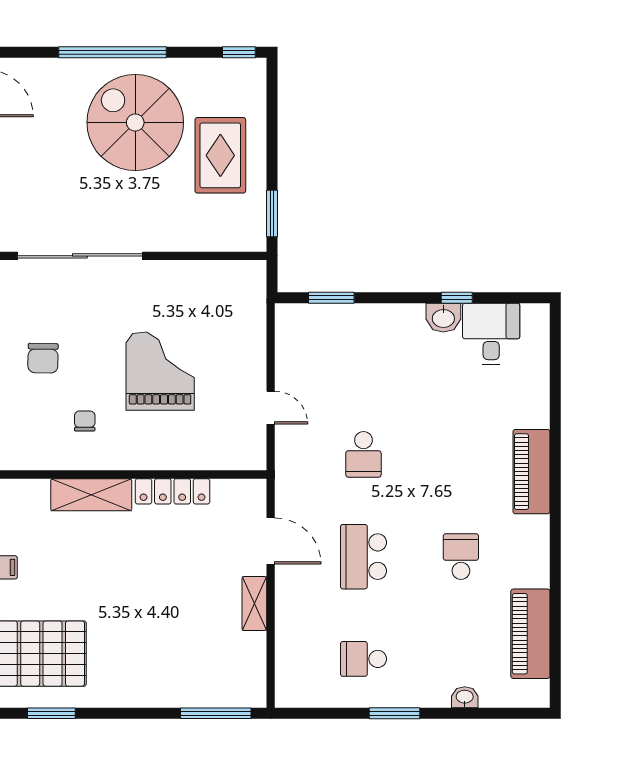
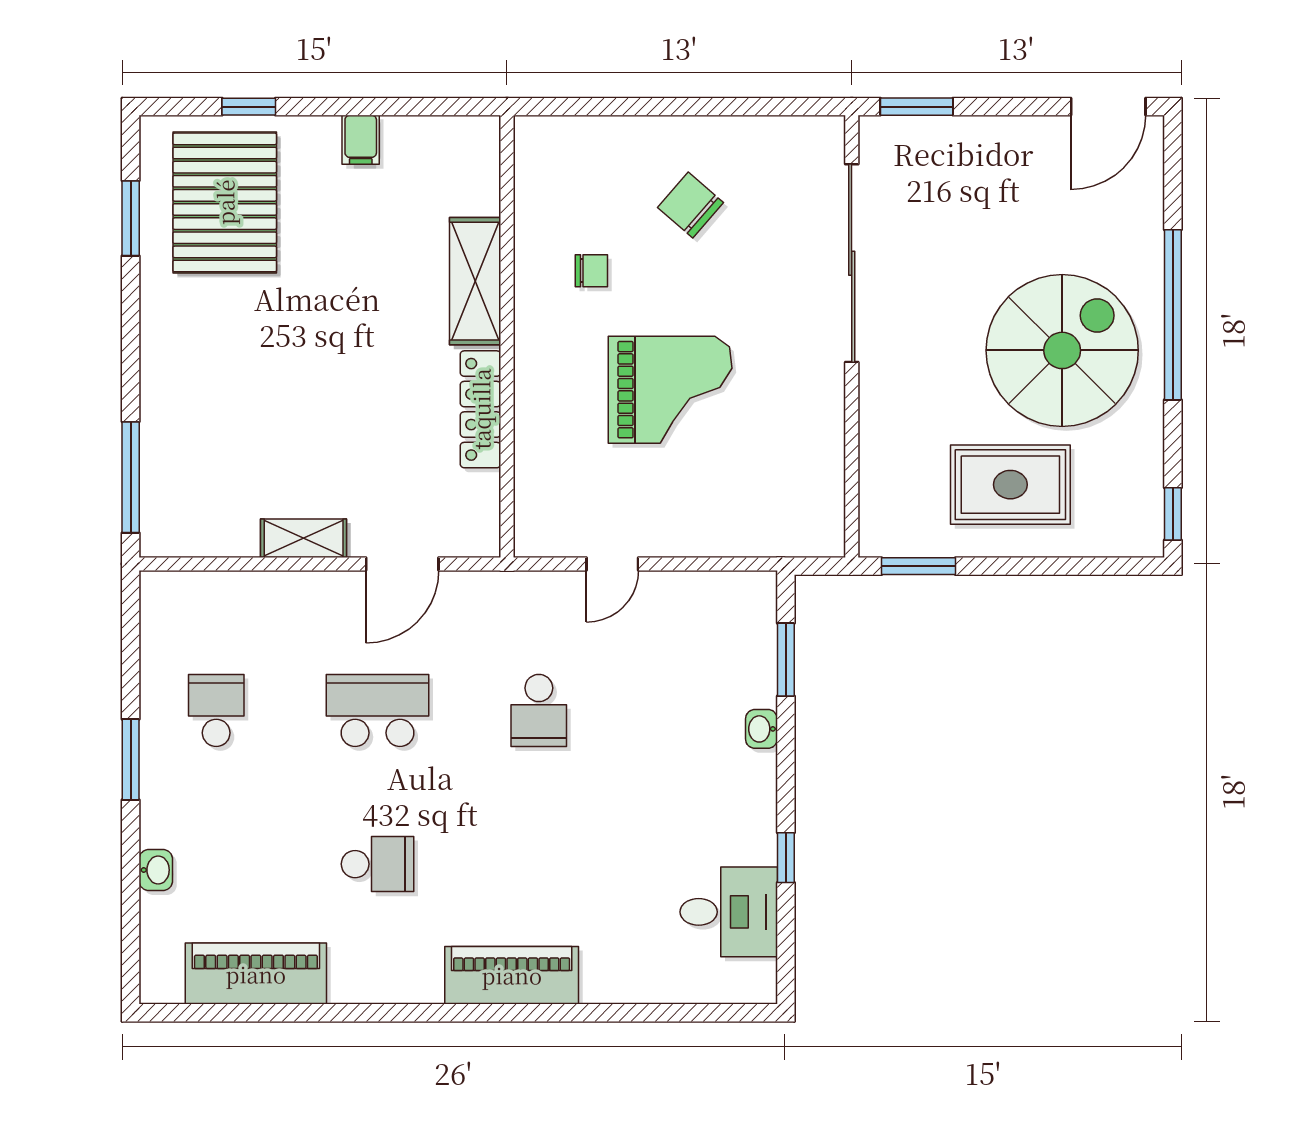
washbasin: (443, 318) -> (761, 729), moved, width x0.72, depth x0.69
chair: (43, 358) -> (690, 205), turned 40
school desk: (363, 454) -> (539, 710), turned -90

